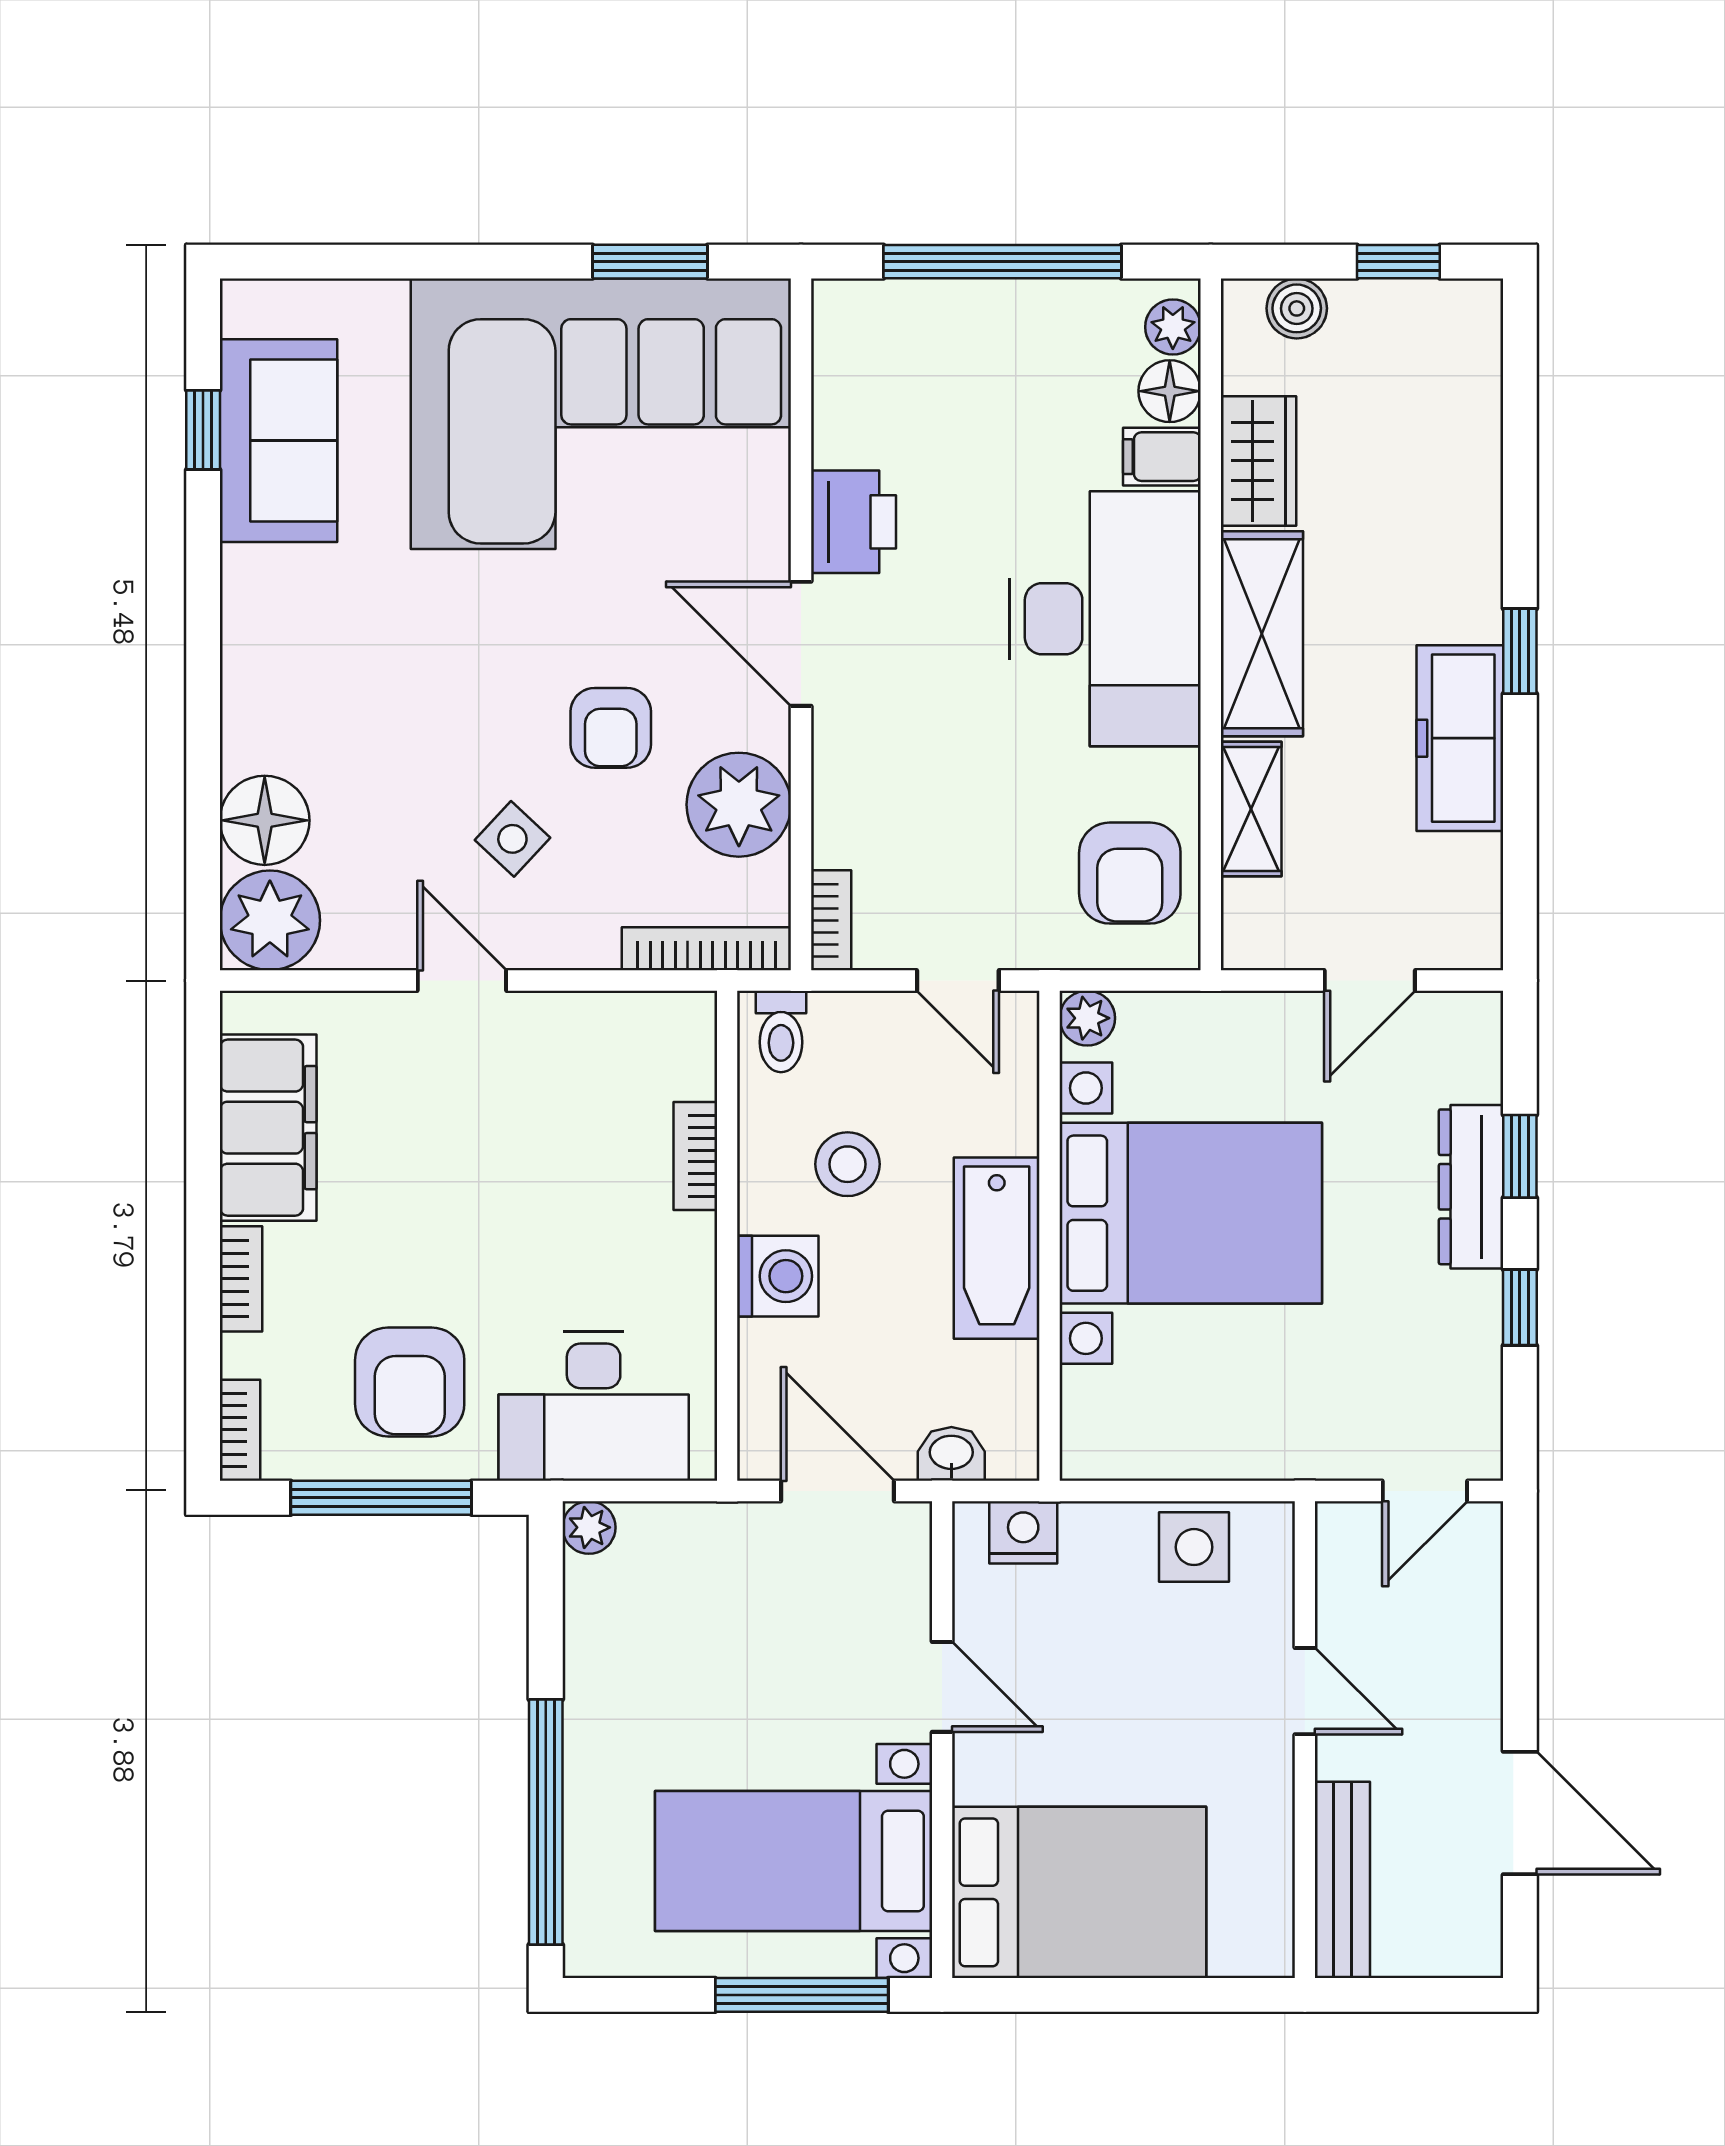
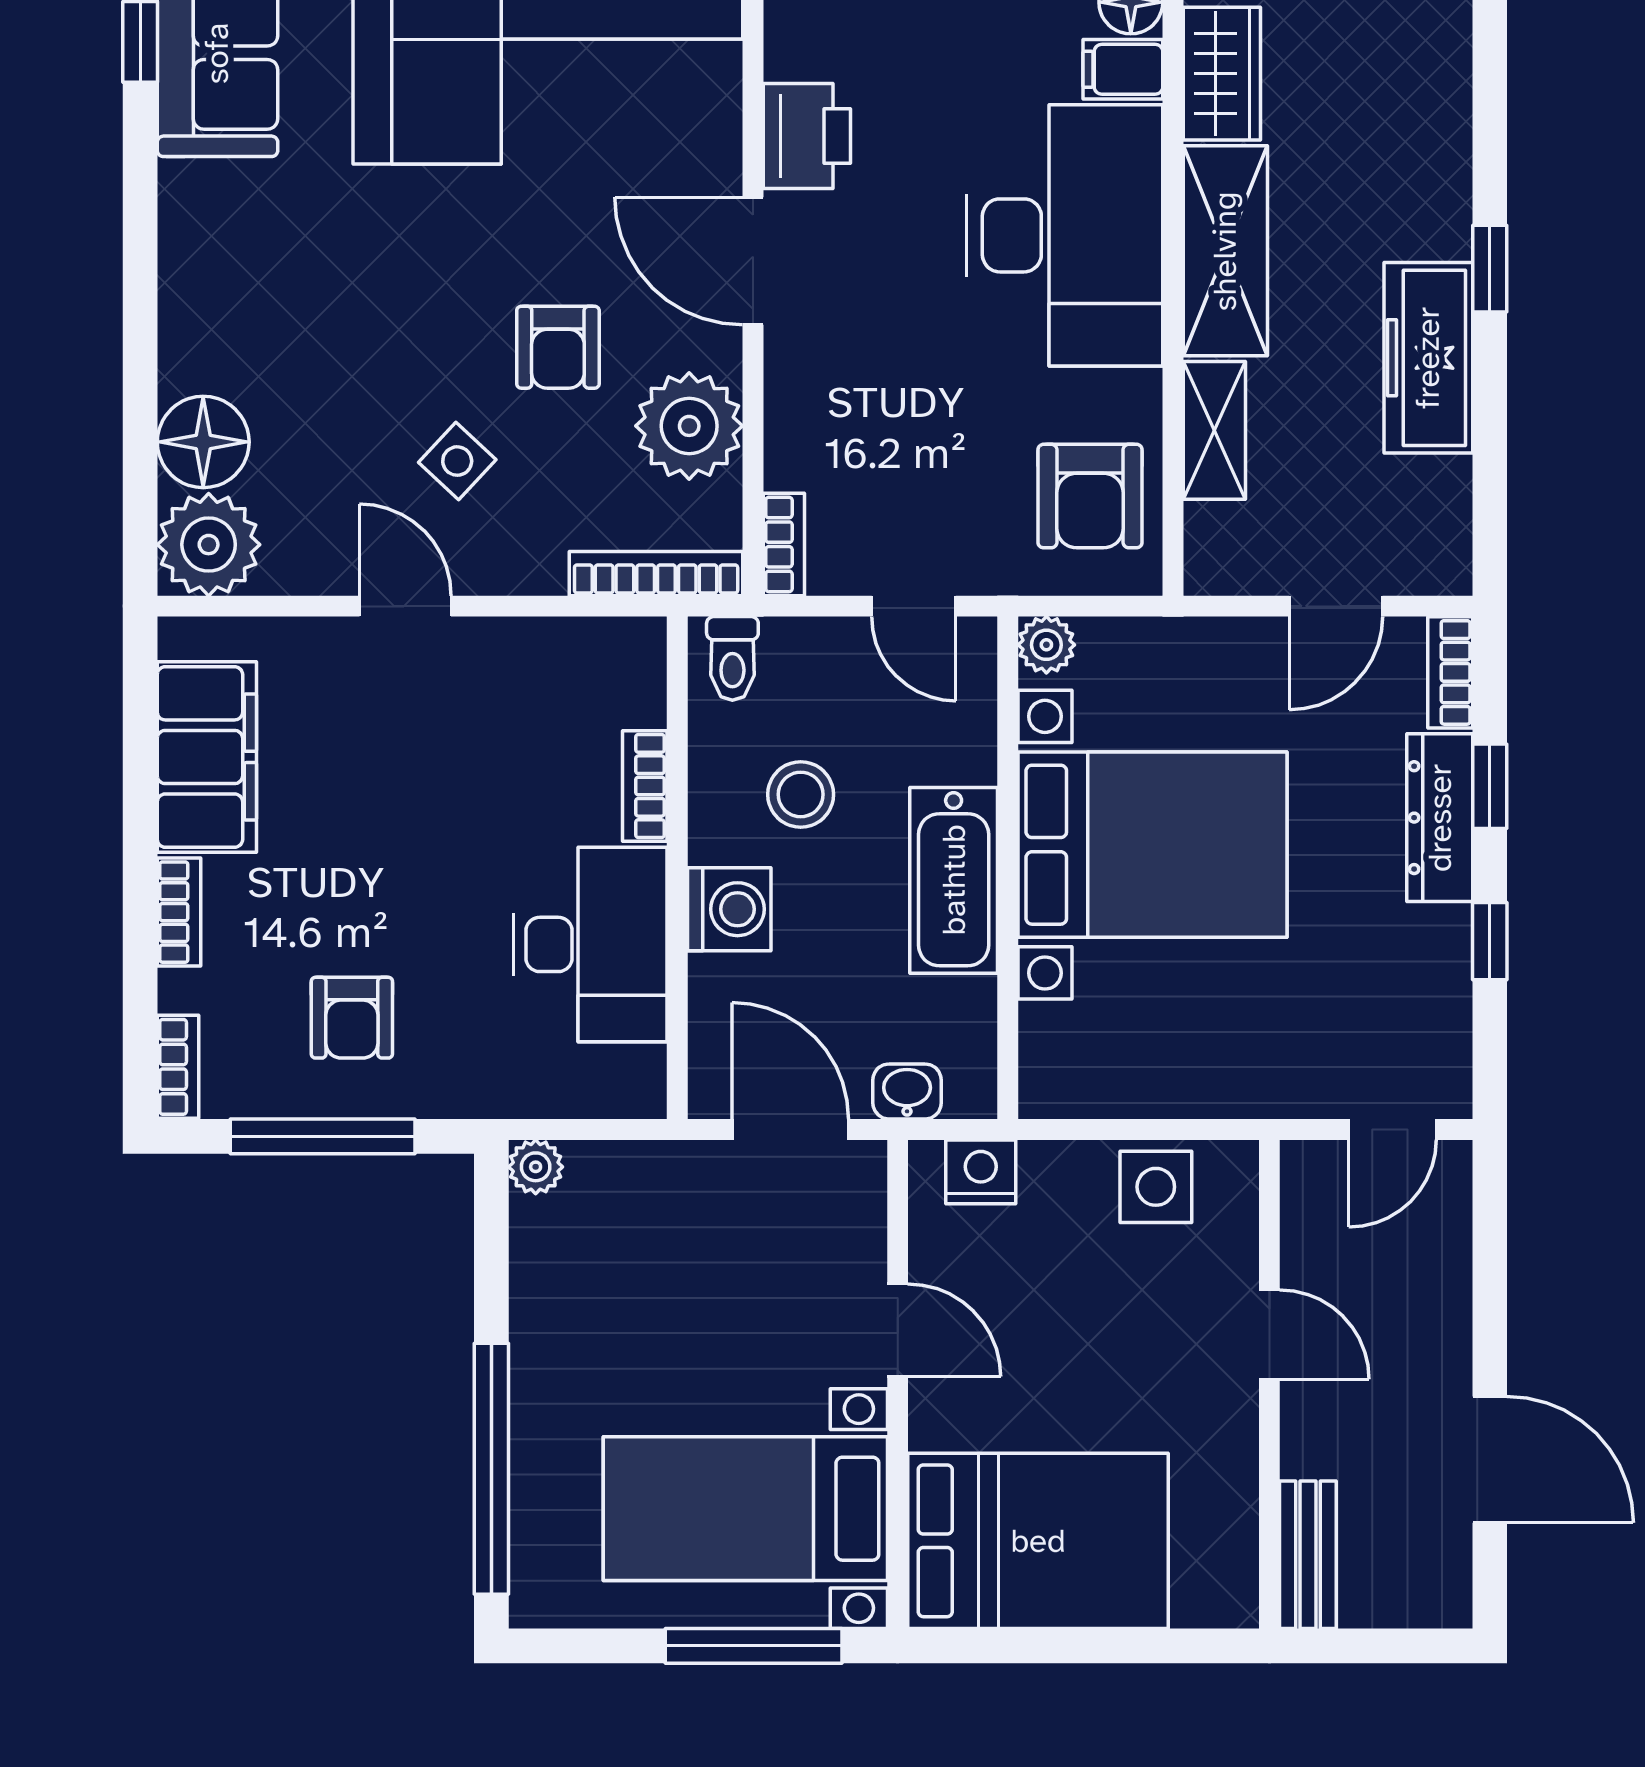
bookcase: (1481, 1045) -> (1450, 672), added
armchair: (410, 1382) -> (352, 1018), width x0.72, depth x0.72
desk: (594, 1406) -> (590, 944), moved, turned -90
bench: (1342, 1880) -> (1308, 1555), width x0.73

